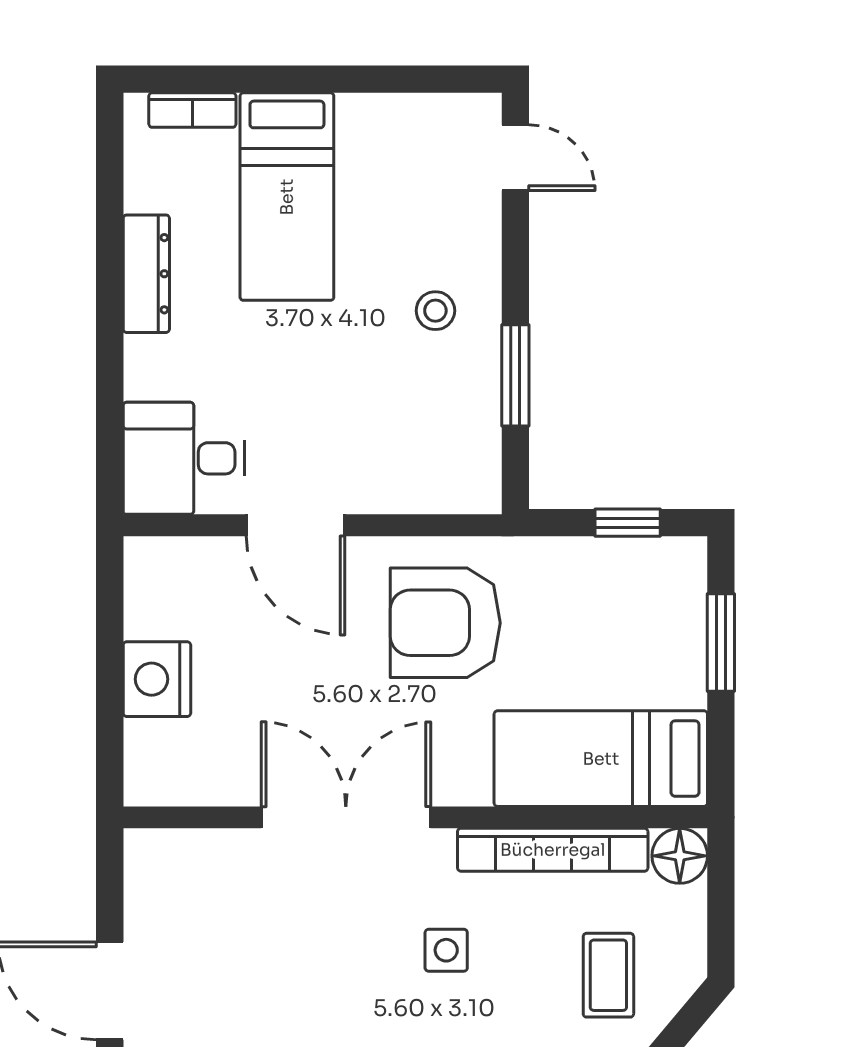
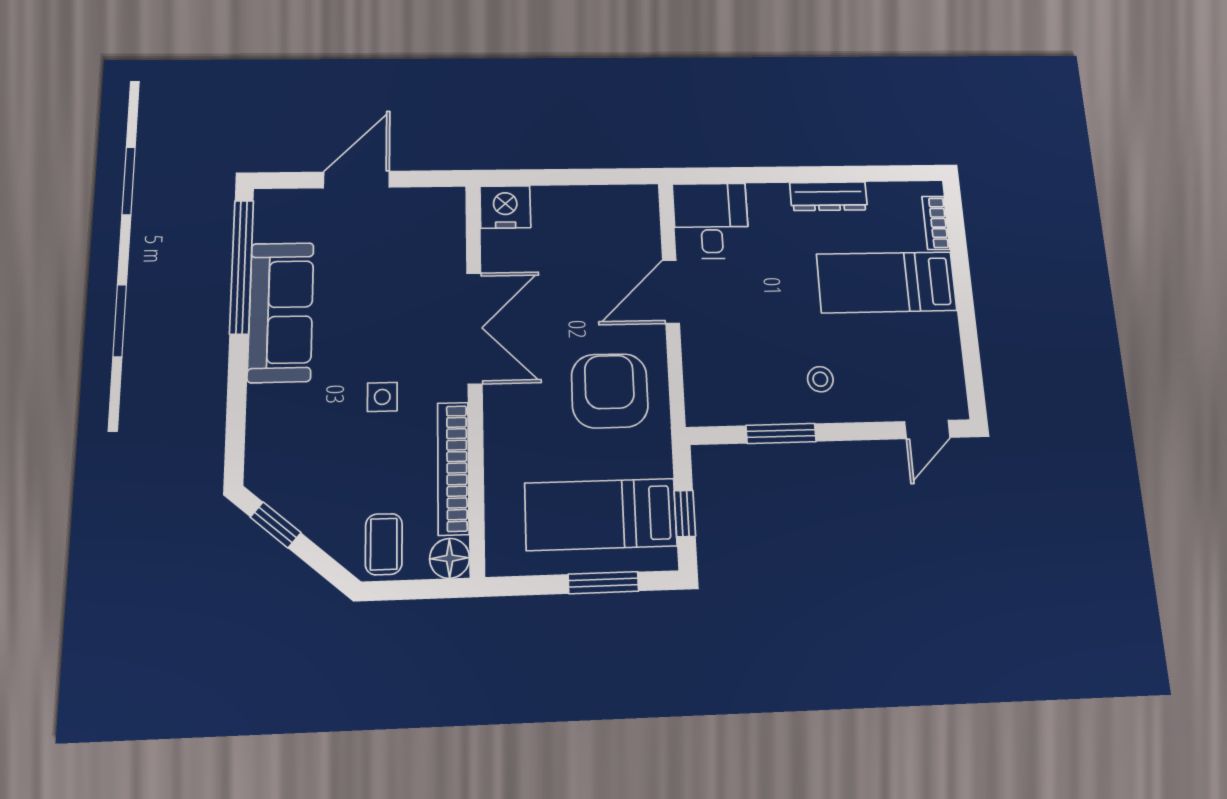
nightstand: (157, 679) -> (505, 207), moved
bed: (601, 759) -> (601, 514), moved, turned -90
coffee table: (608, 975) -> (384, 544), moved, turned 90

